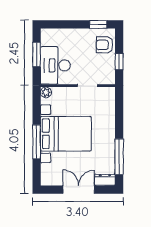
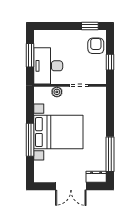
armchair: (105, 45) -> (96, 46), turned 90
plant: (46, 92) -> (57, 92), moved
double door: (79, 190) -> (71, 186), swing flipped

